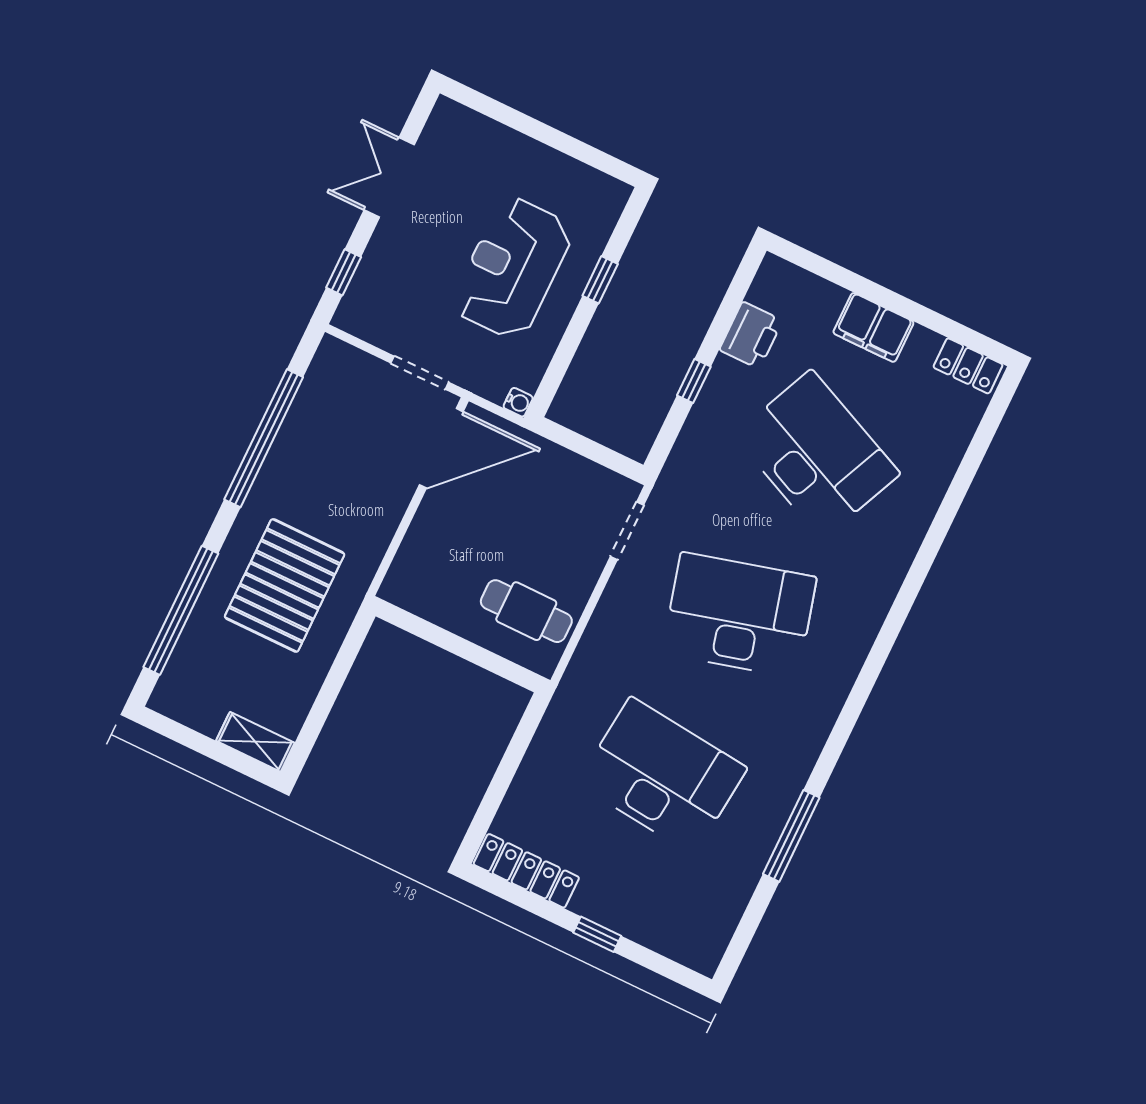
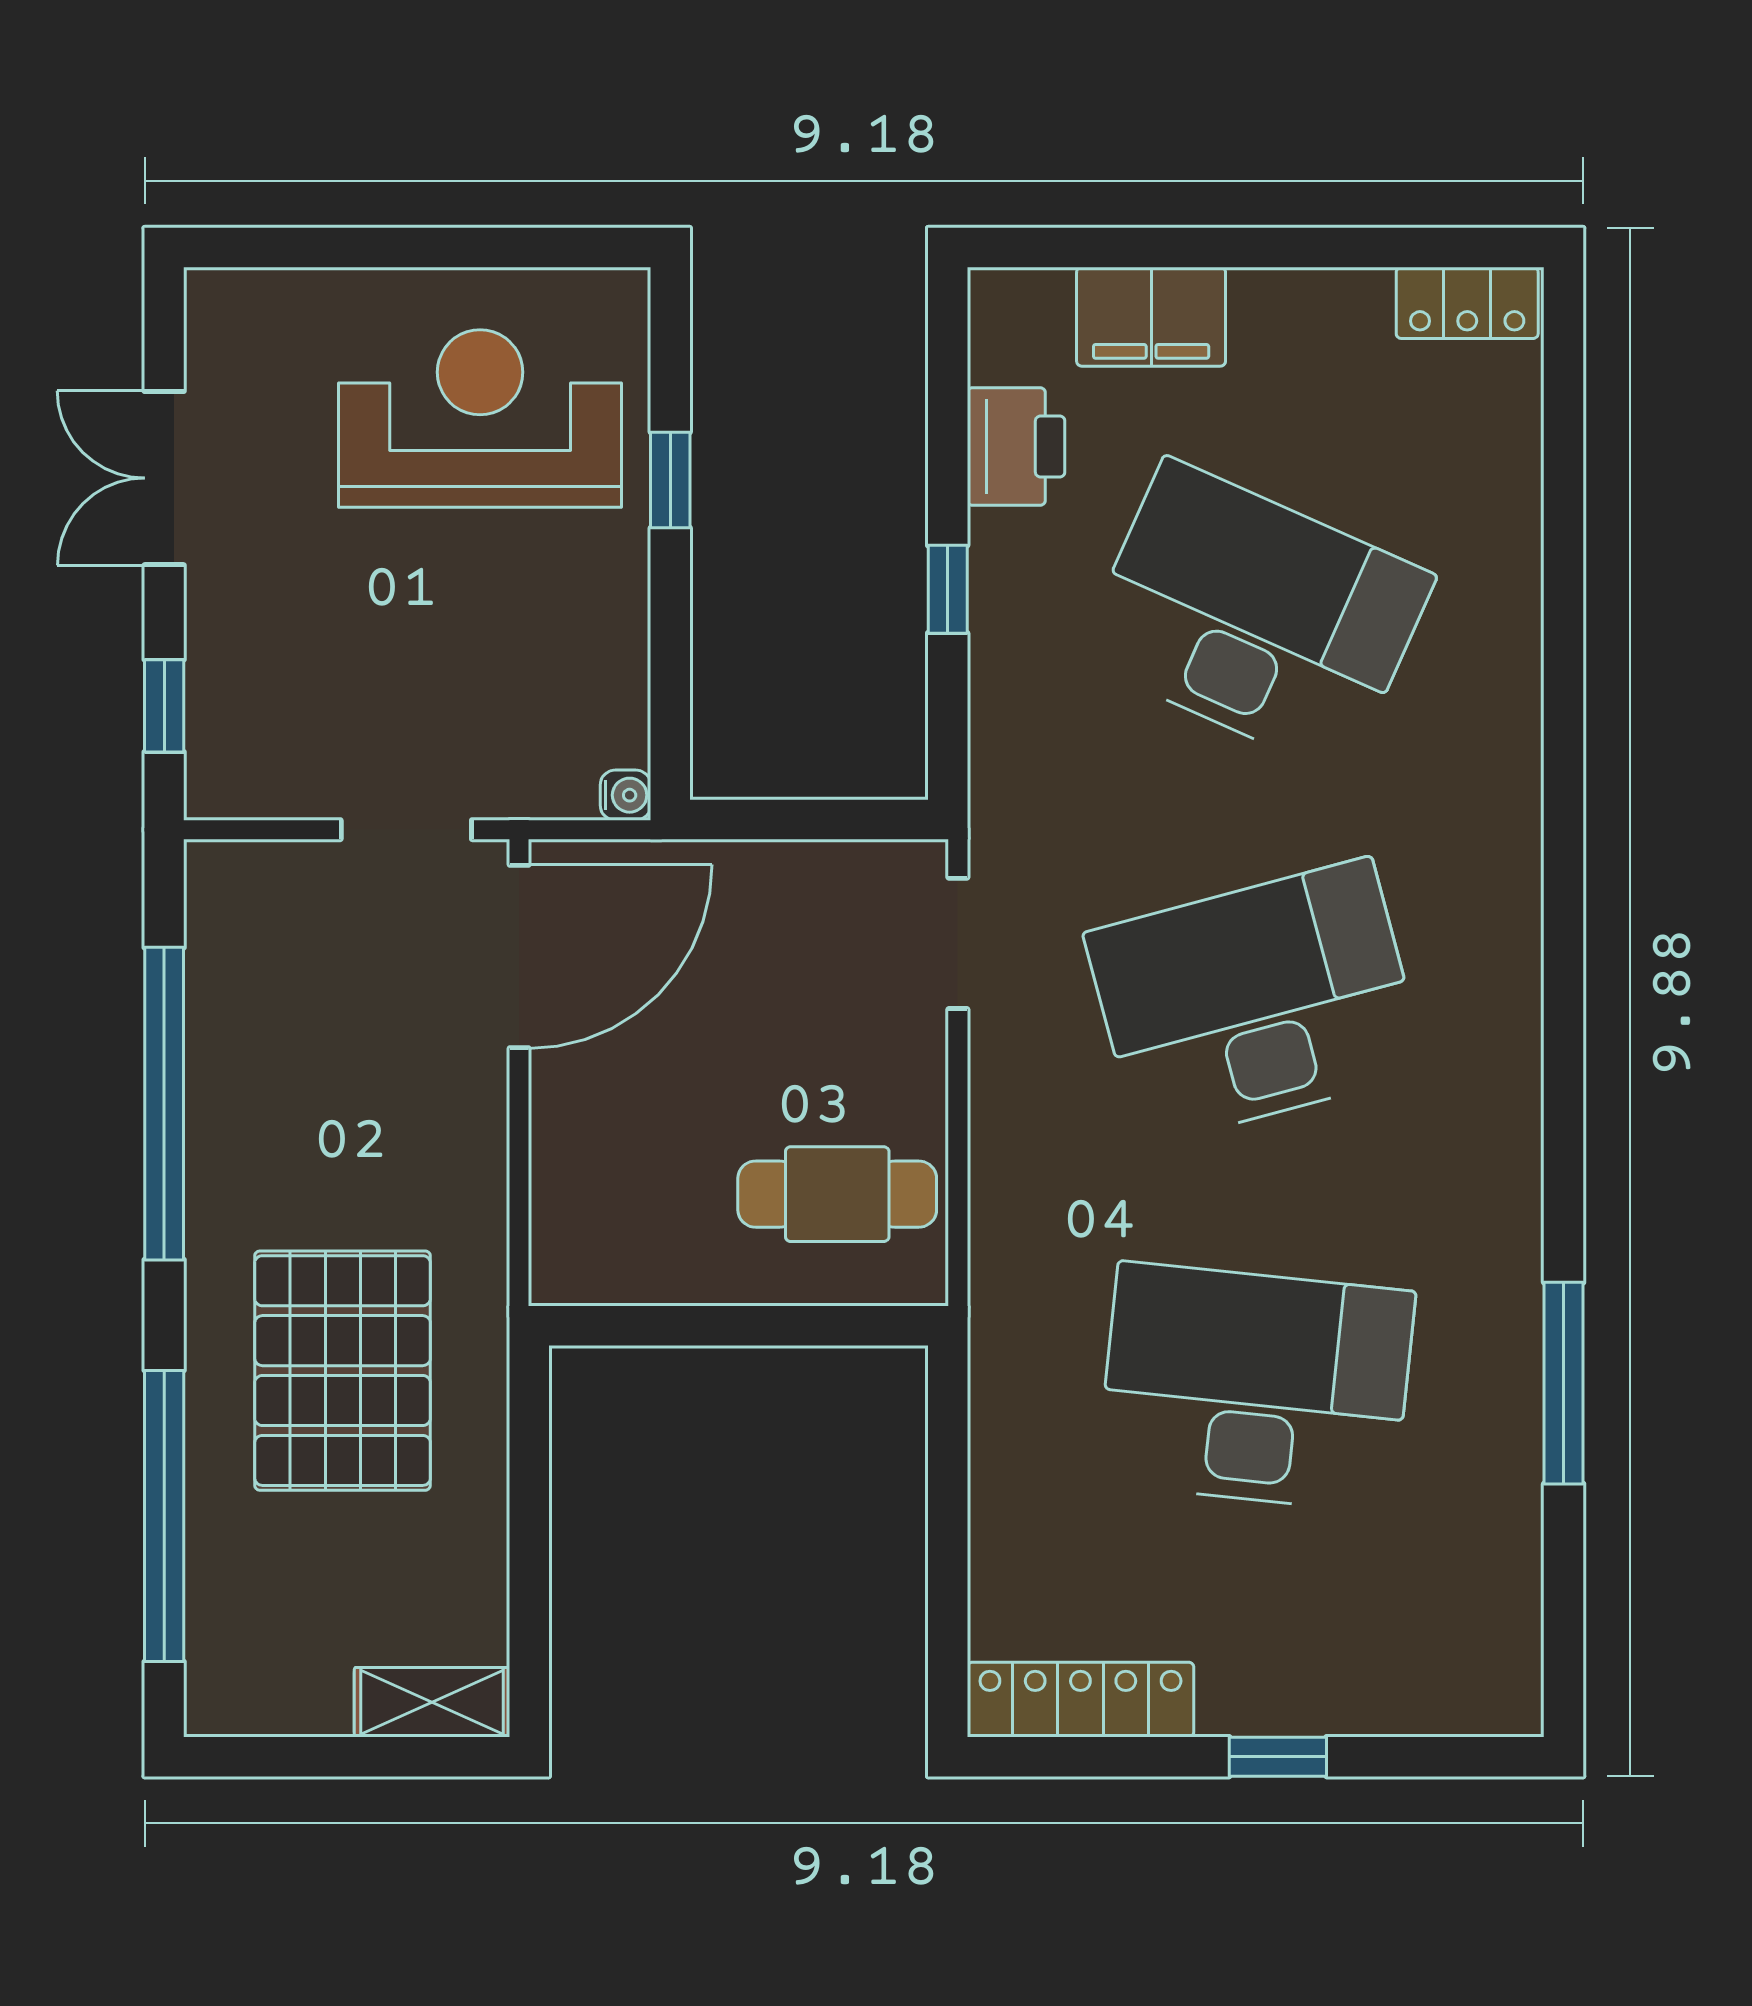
reception desk: (512, 268) -> (480, 418), moved, turned 90
filing cabinet: (873, 327) -> (1151, 317), moved

